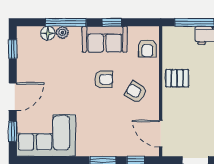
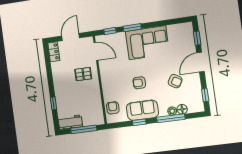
pallet: (177, 78) -> (83, 74), moved
armchair: (136, 92) -> (175, 81), moved
corner sofa: (46, 135) -> (147, 43), moved

